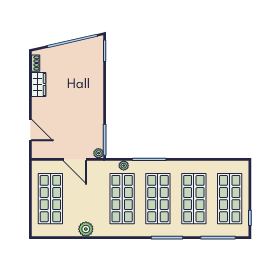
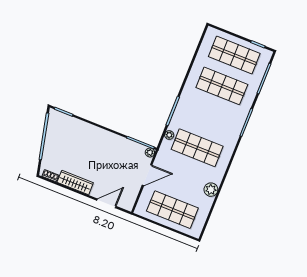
wardrobe: (39, 84) -> (75, 183), width x1.50
shop shelf: (158, 199) -> (209, 117), removed

